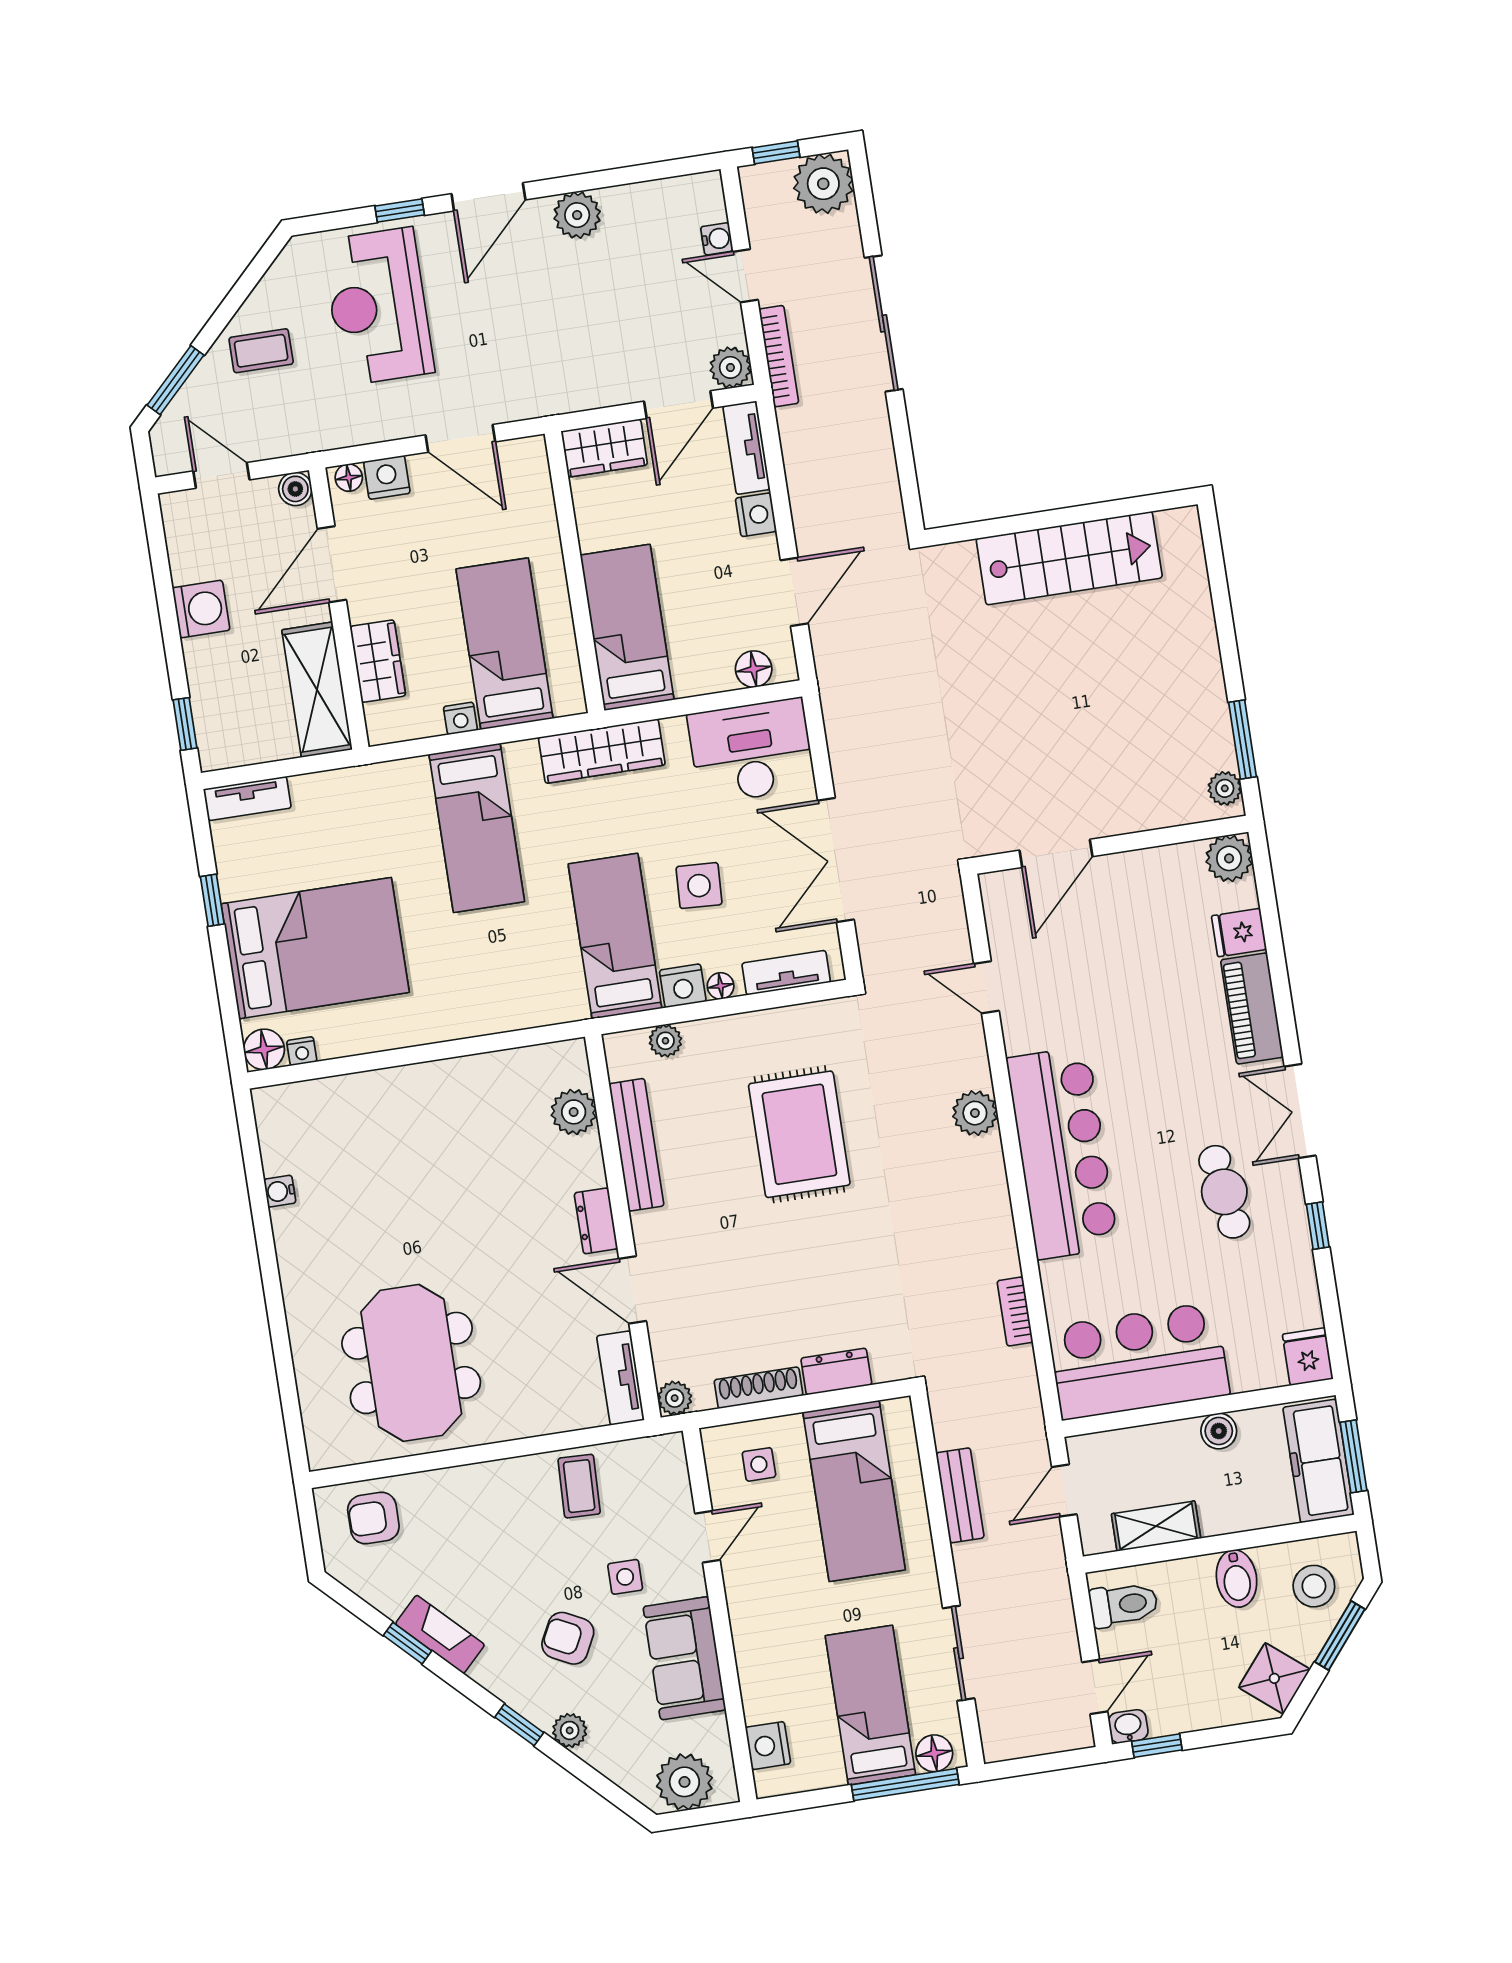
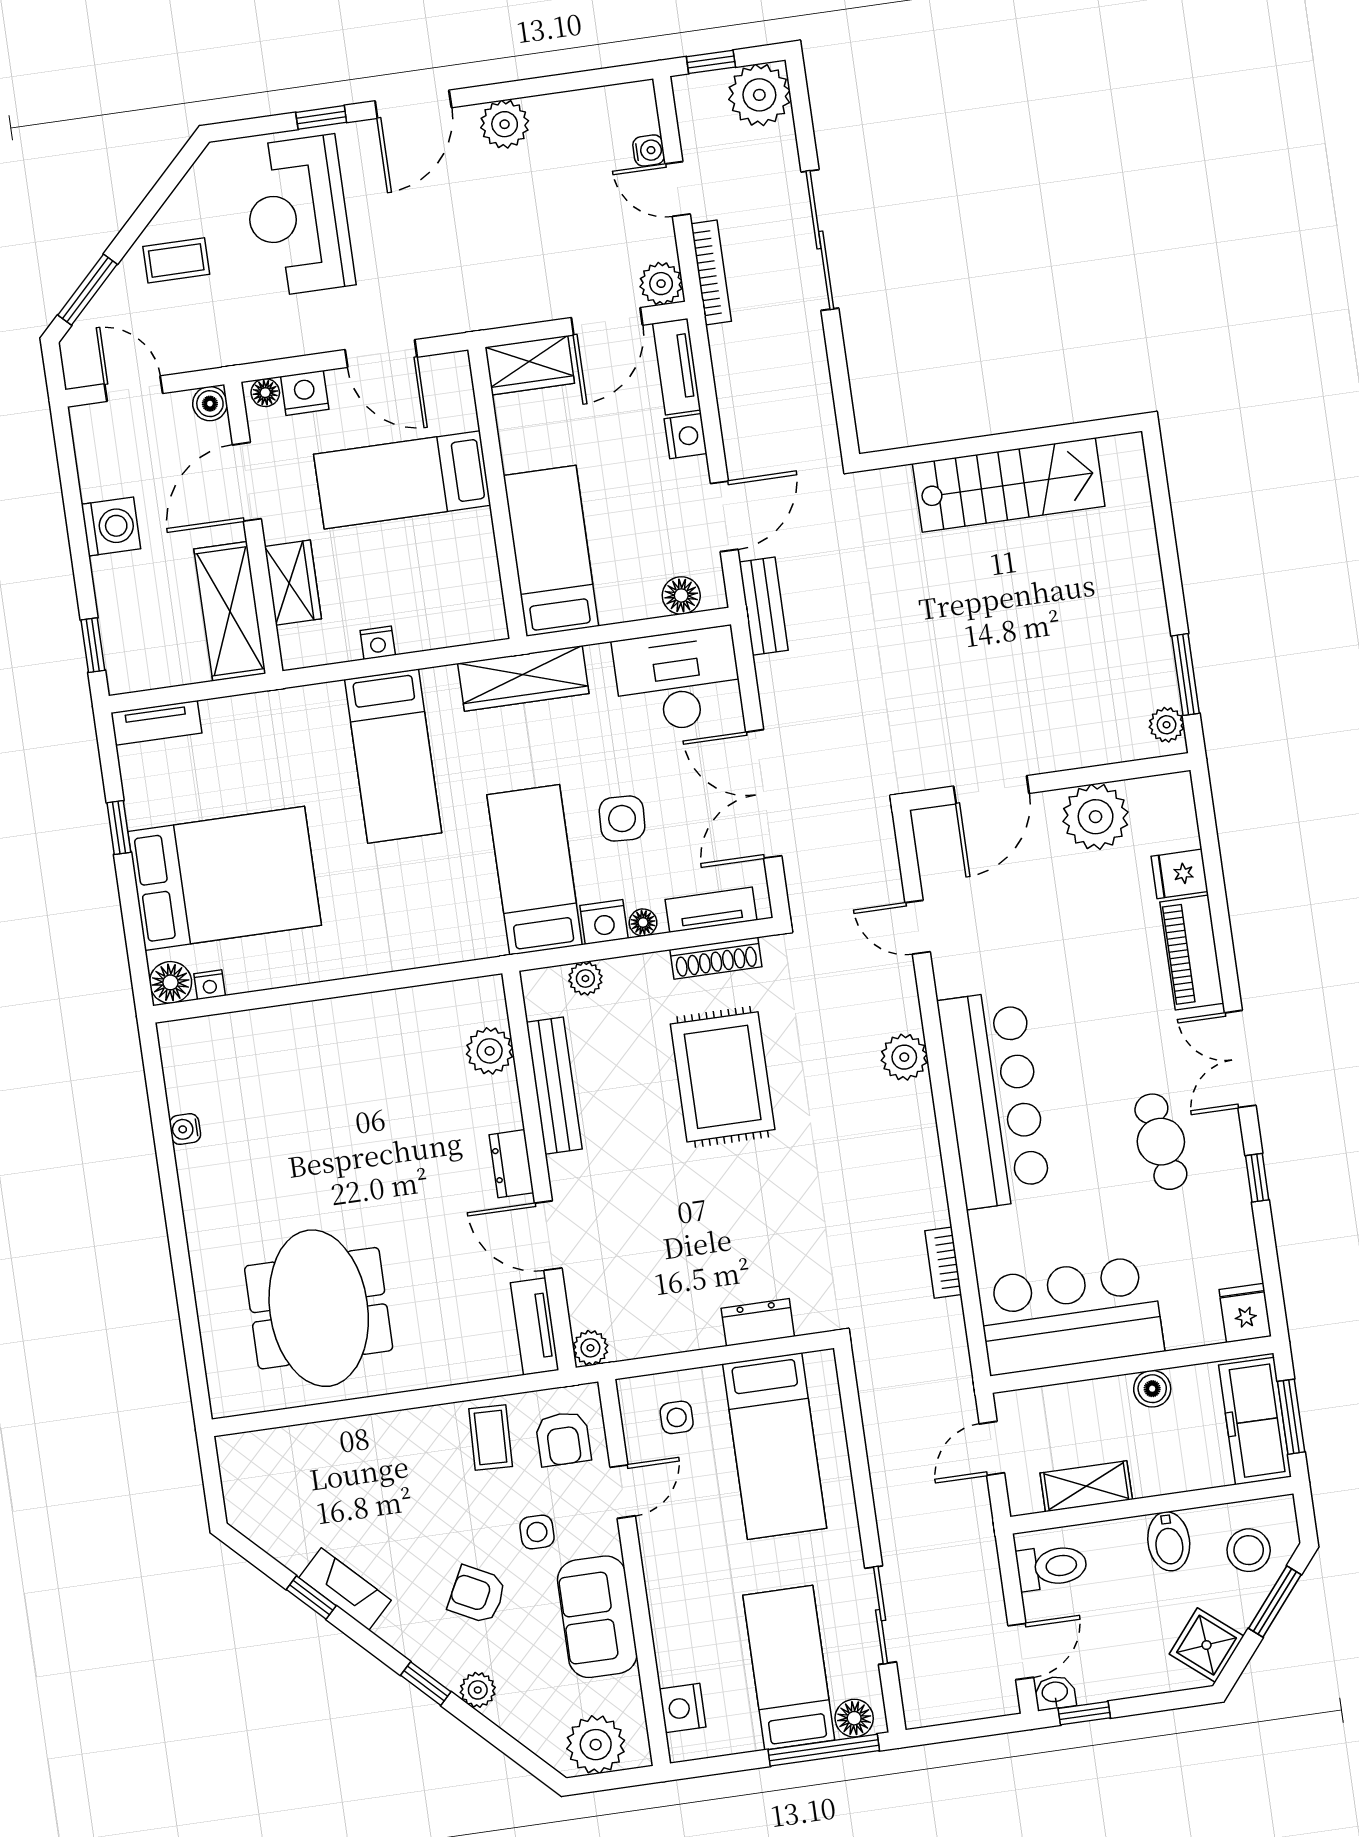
bed: (505, 644) -> (402, 480), moved, turned -90
plant: (1229, 858) -> (1096, 817), moved, width x1.36, depth x1.36
shoe rack: (759, 1388) -> (716, 958), moved, turned 180
bench: (960, 1495) -> (764, 606), moved
armchair: (373, 1518) -> (563, 1439), moved, turned -90

